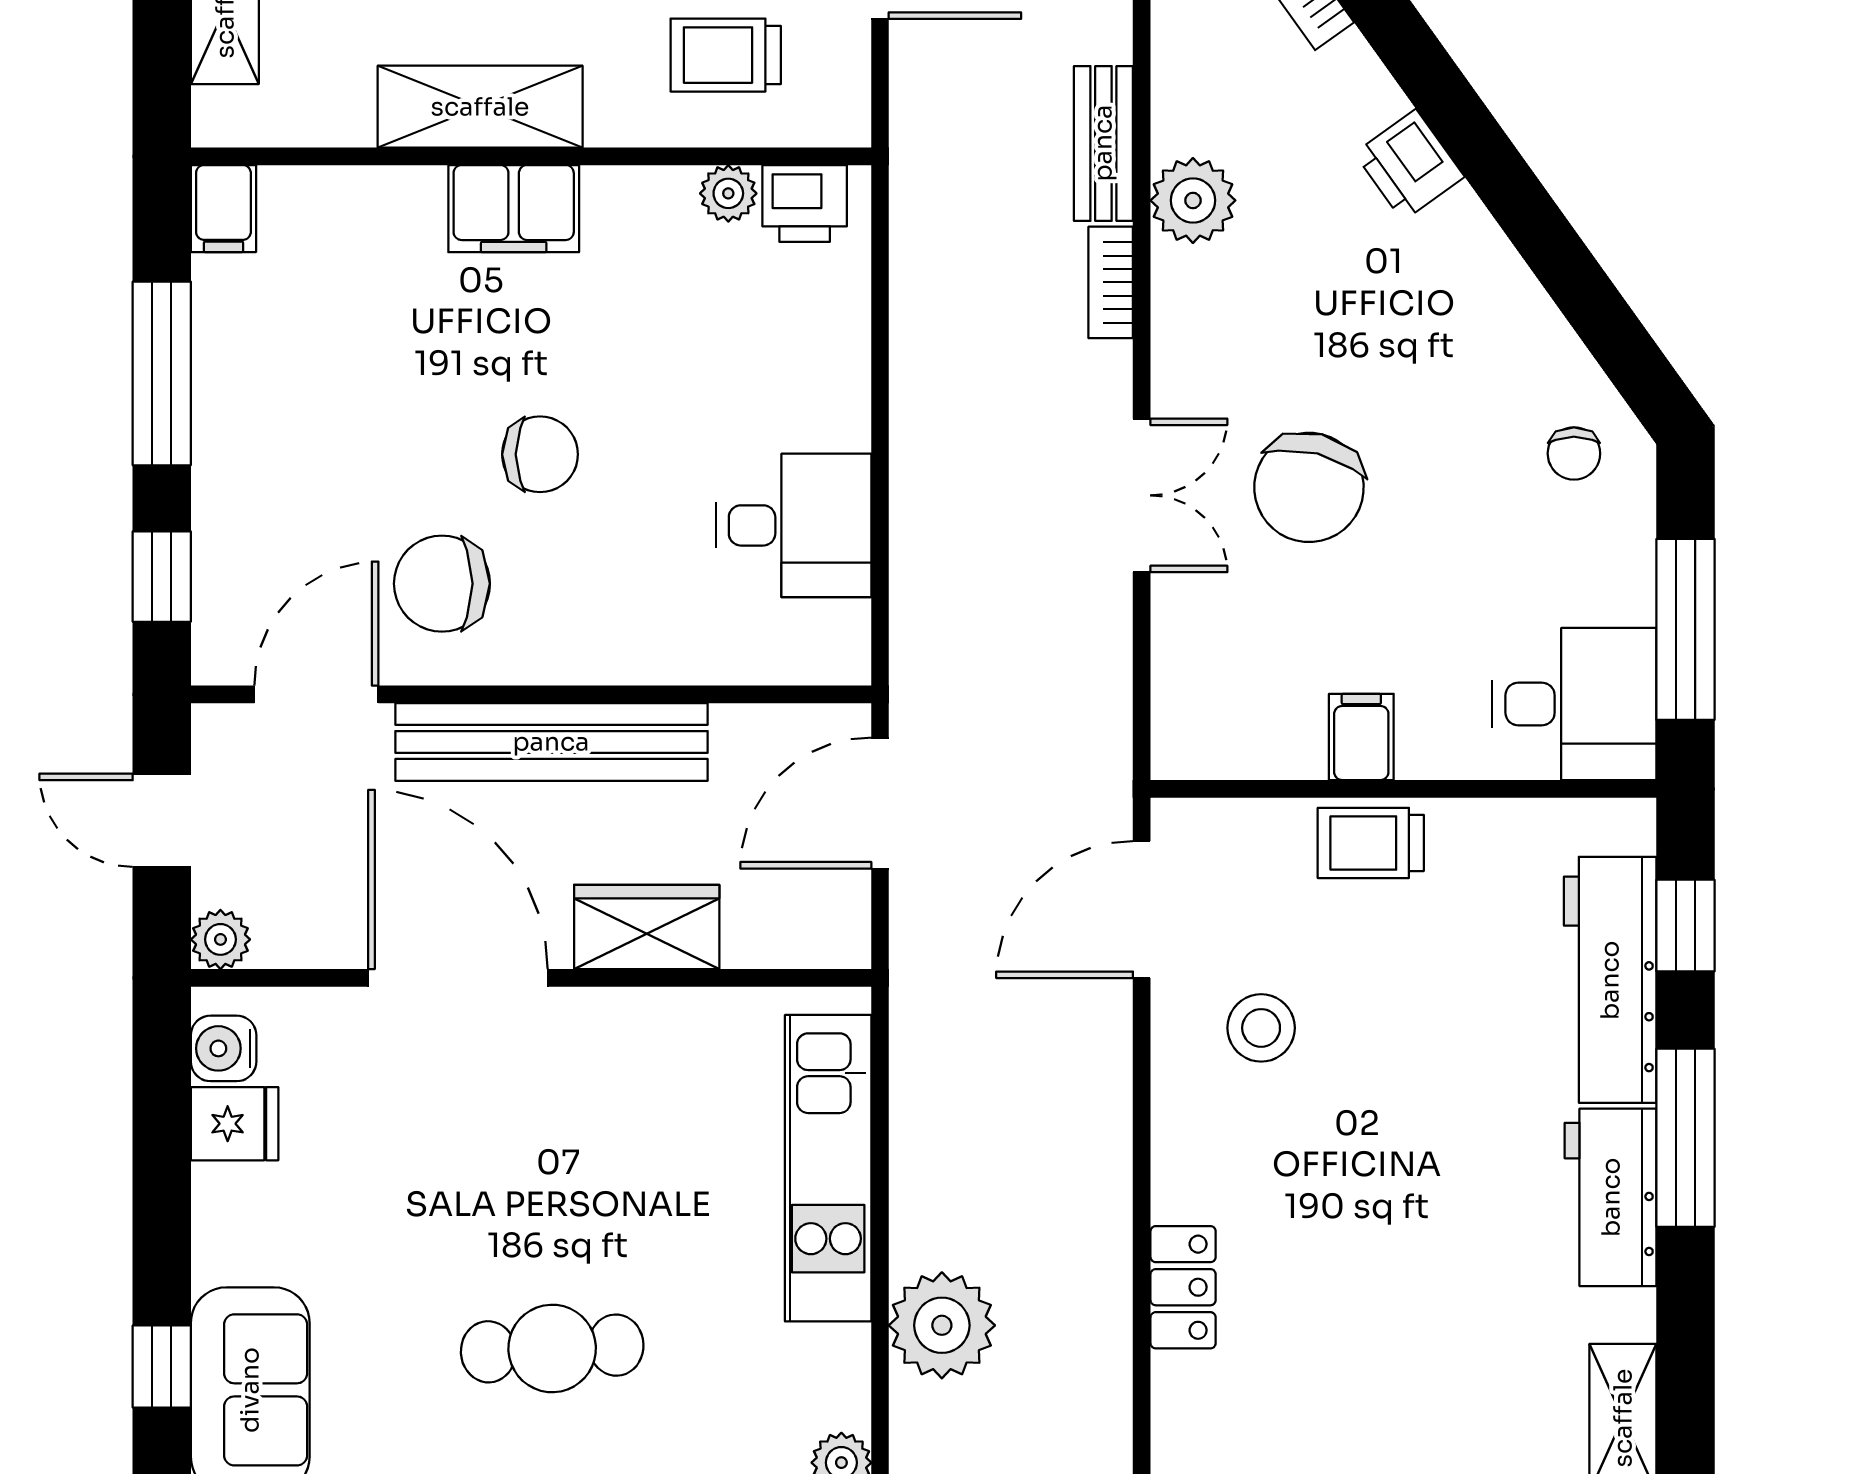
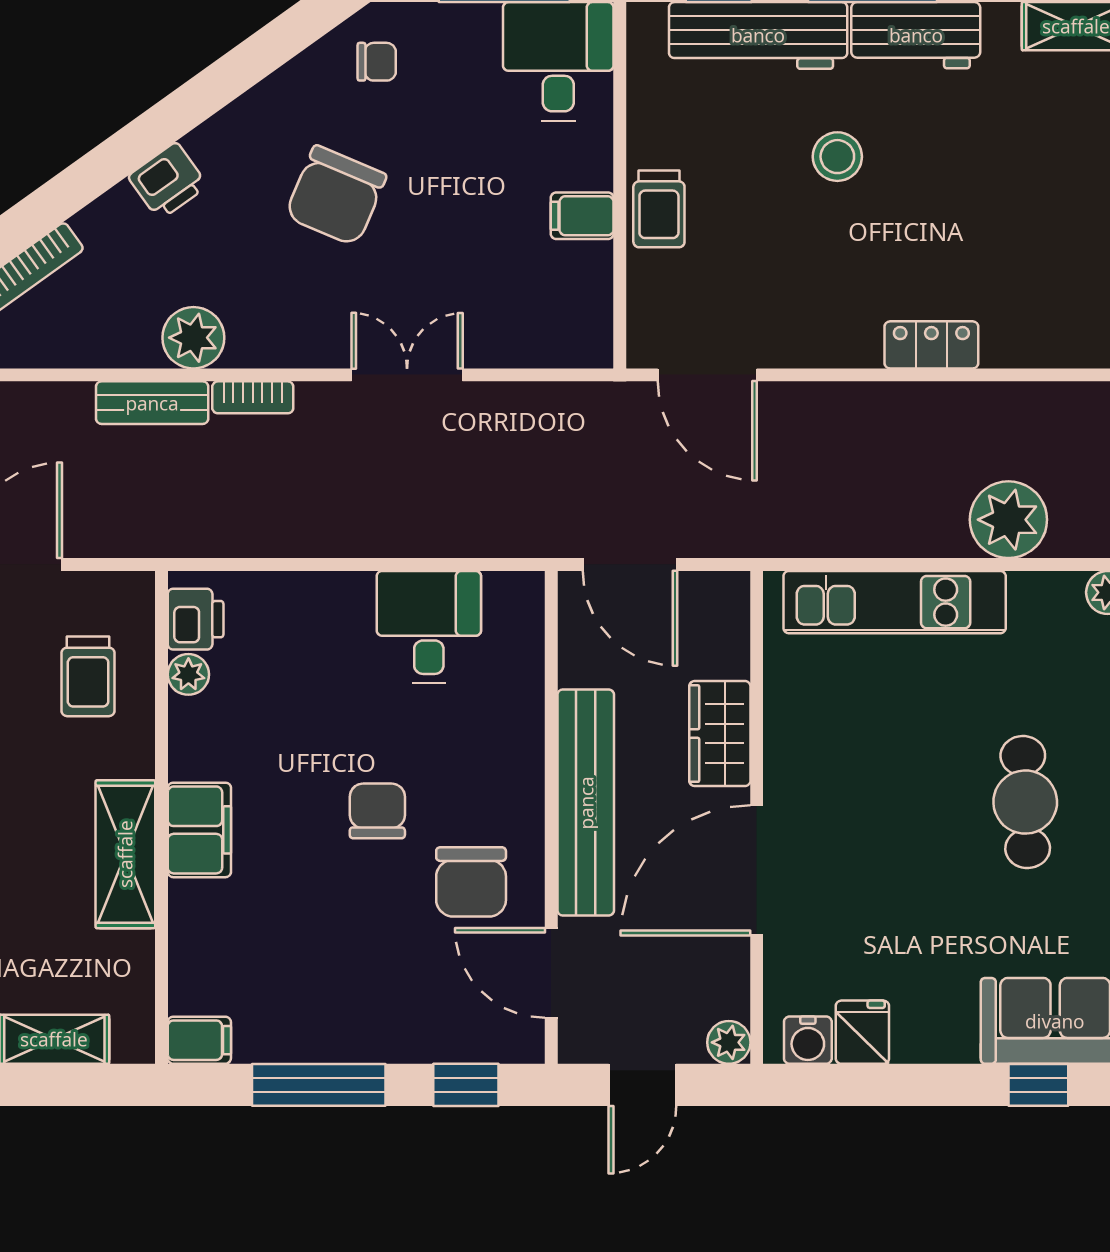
chair: (1309, 487) -> (336, 196), moved, turned 99
stool: (1261, 1028) -> (837, 157), moved
locker: (1183, 1287) -> (931, 345), moved

